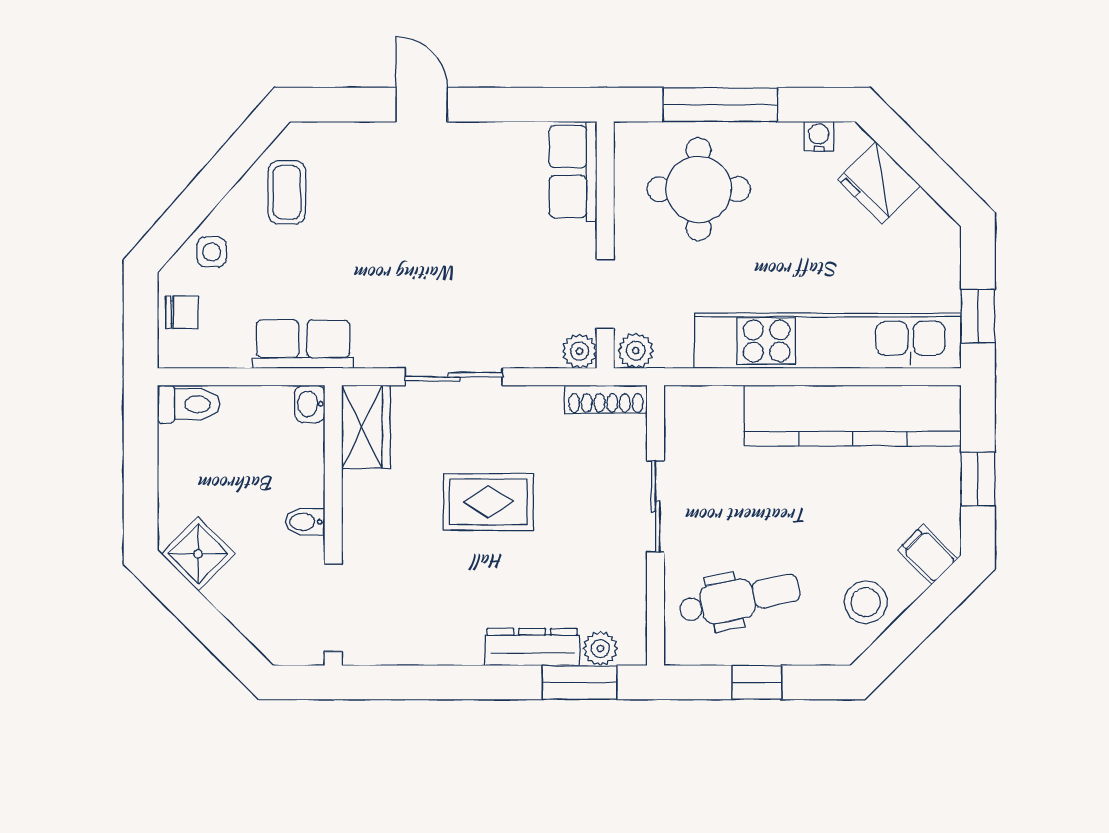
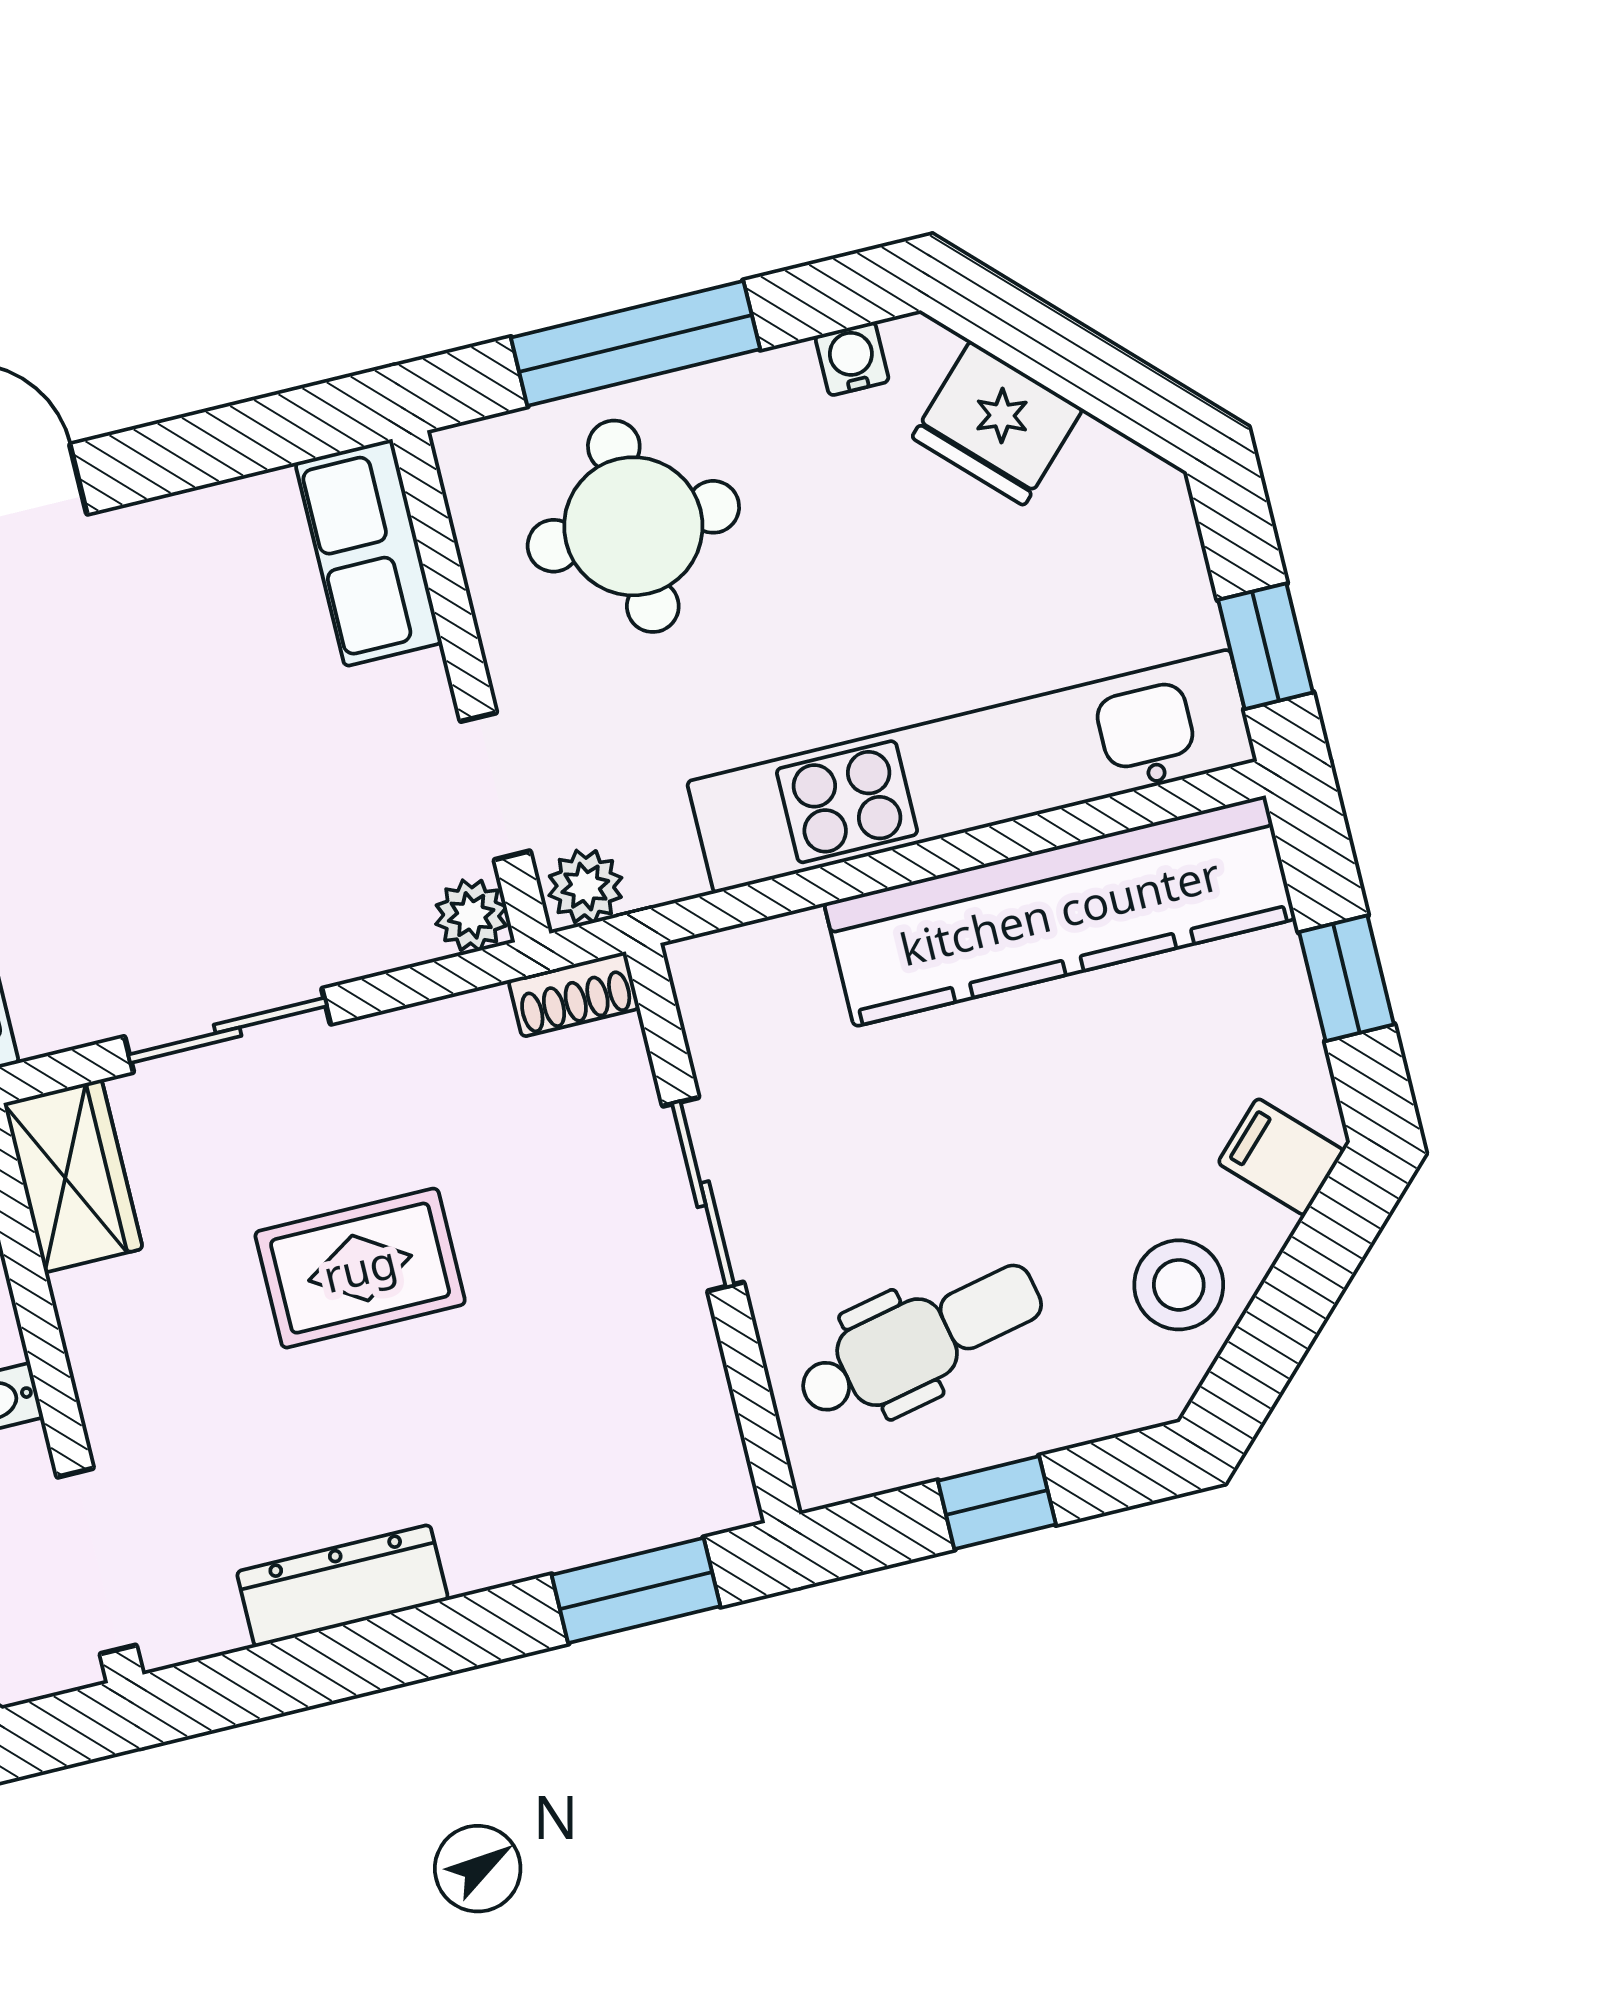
shoe rack: (606, 399) -> (574, 994), width x0.70
dresser: (532, 647) -> (342, 1586), moved
plant: (600, 648) -> (661, 1511), removed

